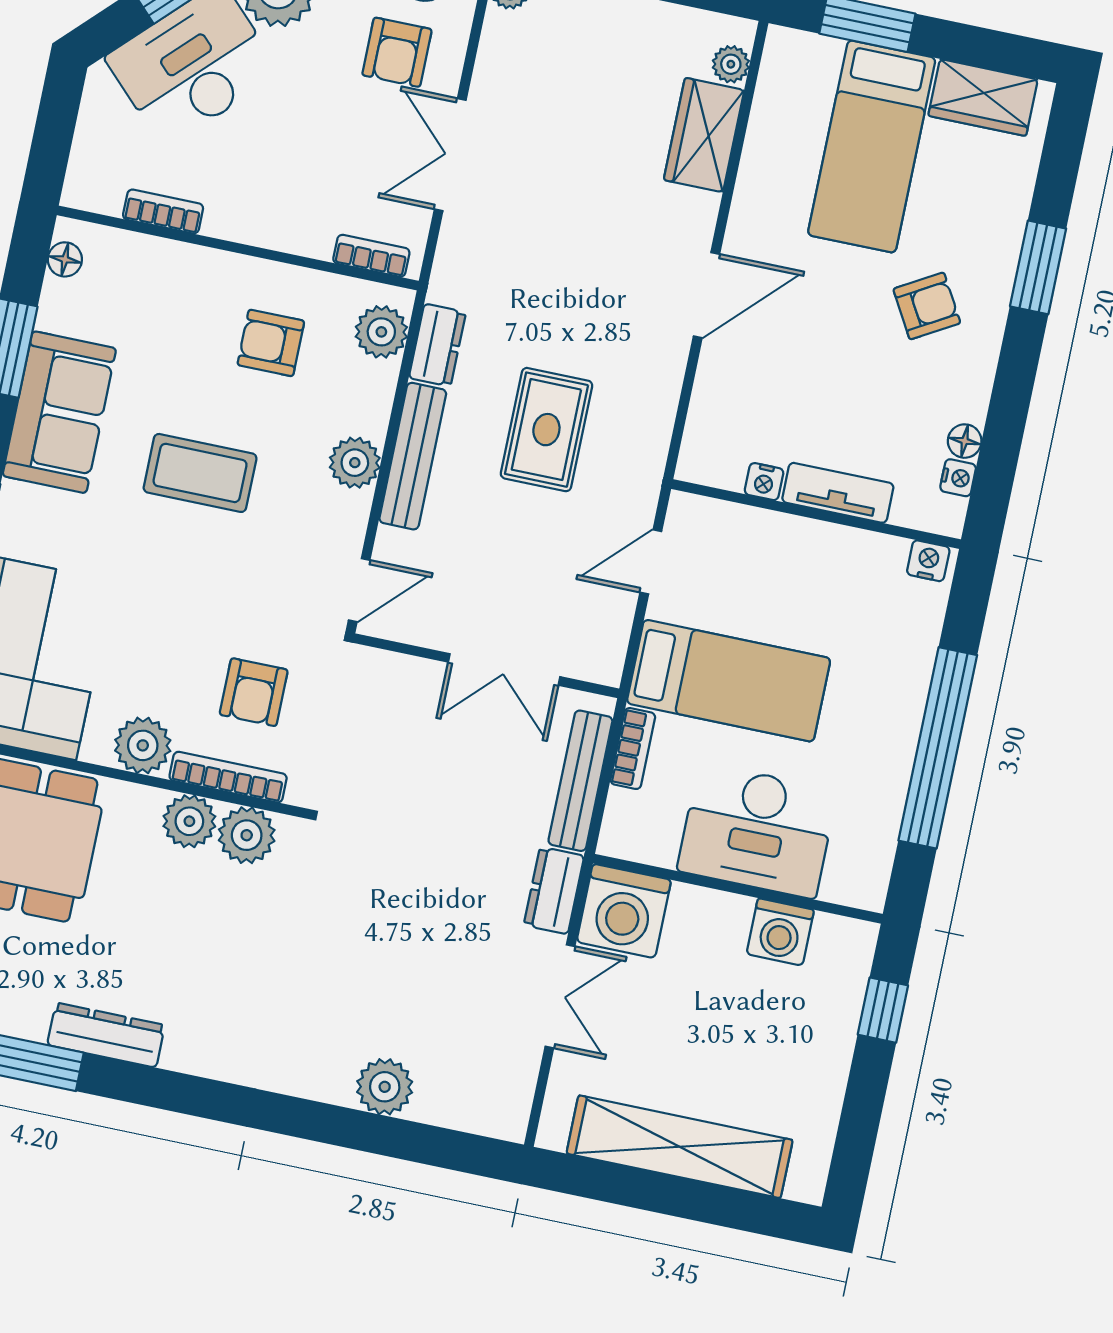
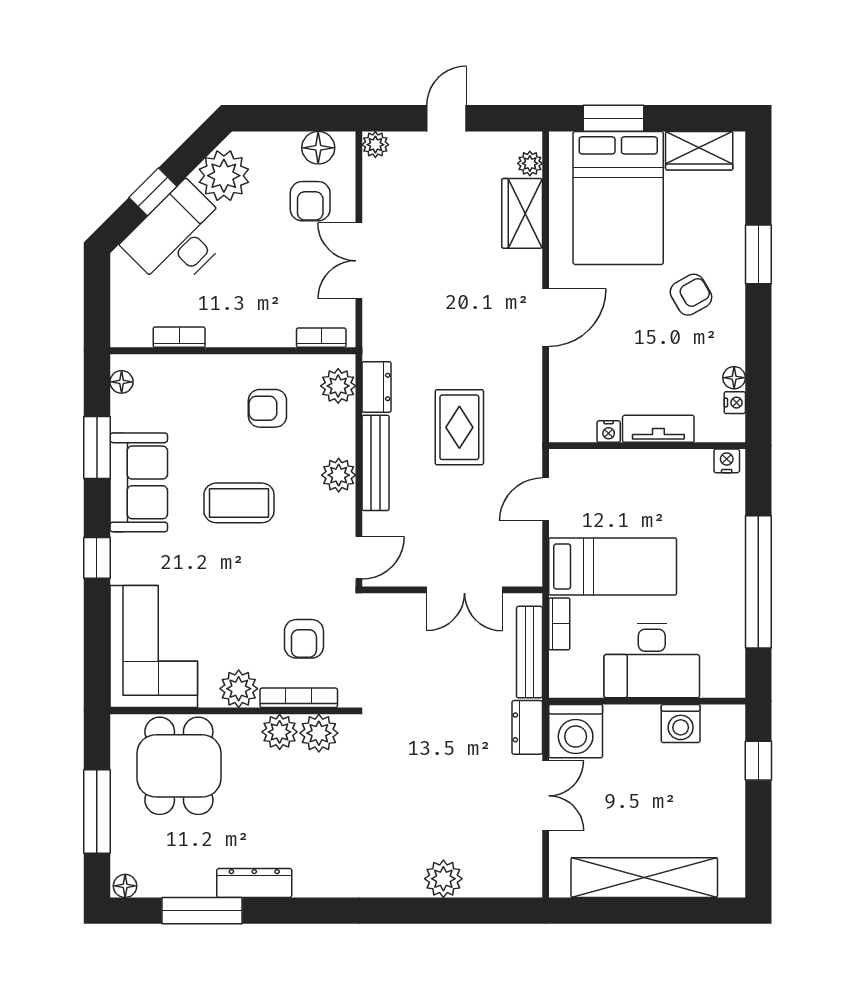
bed: (872, 146) -> (618, 198), width x1.50

